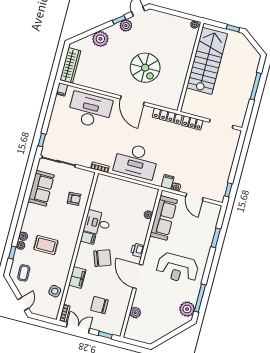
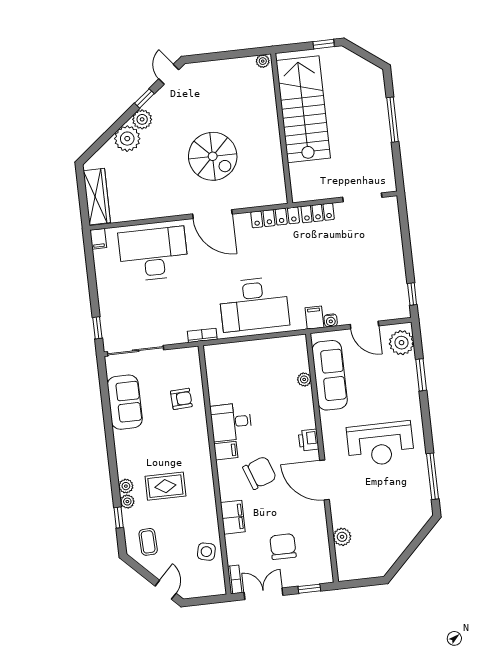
plant: (126, 26) -> (142, 119), moved
chair: (99, 305) -> (283, 547), turned 90
plant: (187, 309) -> (402, 343), moved

